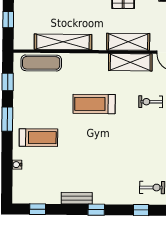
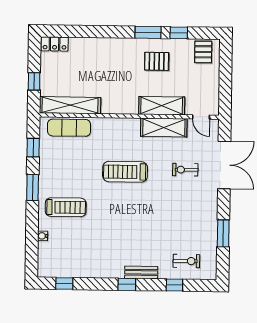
shelving: (63, 42) -> (70, 105), moved
bench: (77, 198) -> (141, 272), moved

